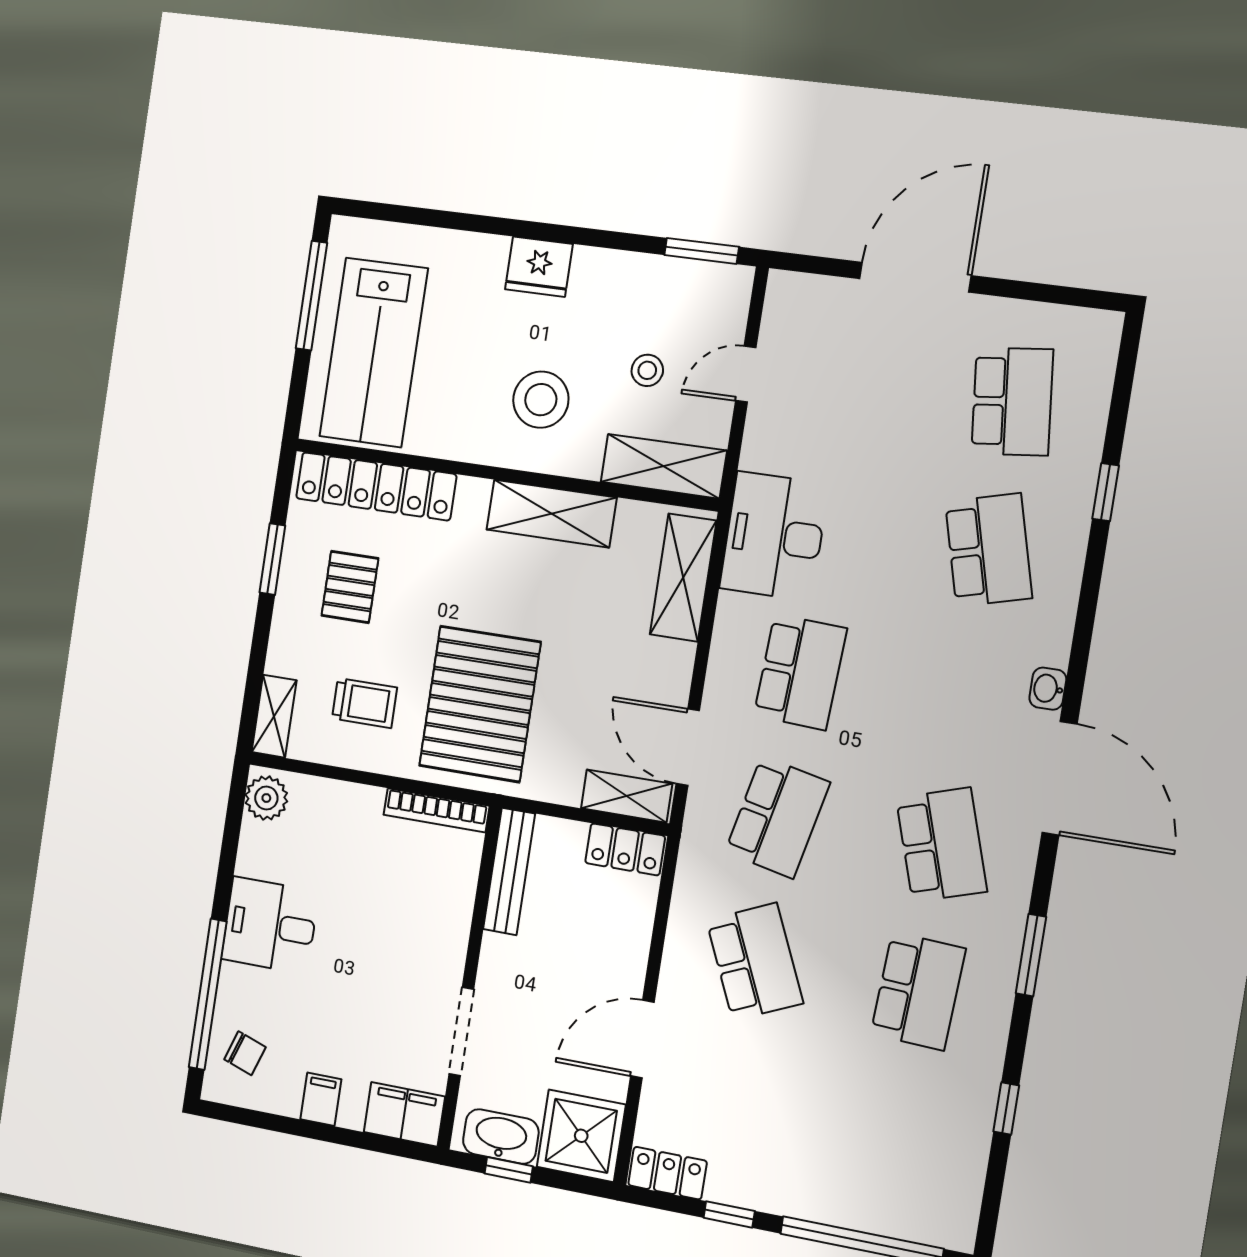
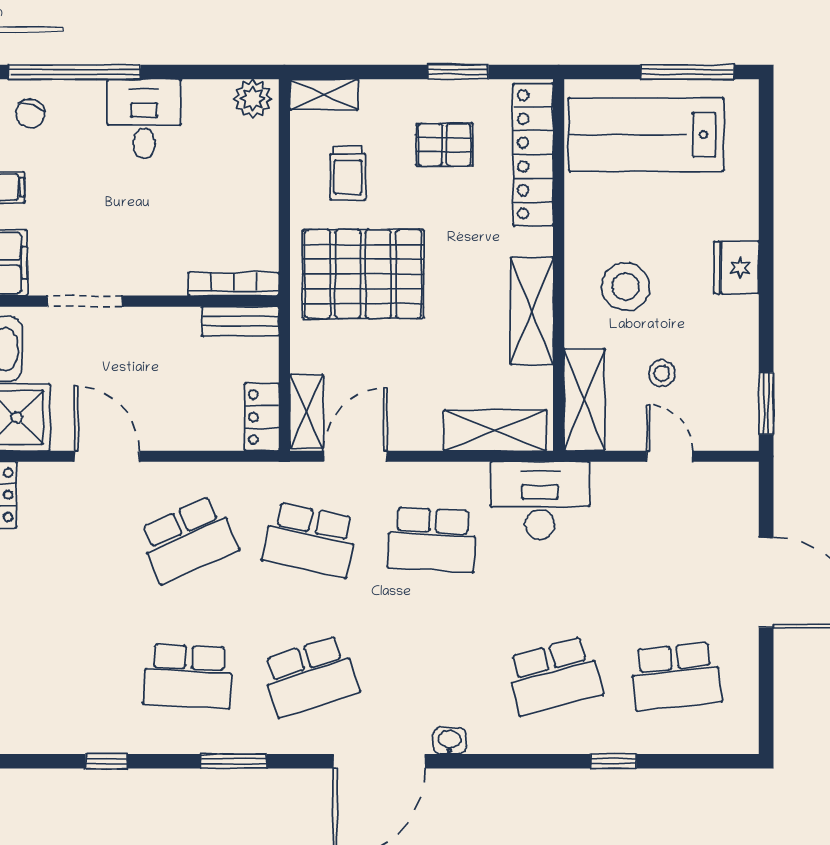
bookcase: (436, 810) -> (234, 284), moved, turned 90
bench: (509, 871) -> (241, 321), width x0.73

